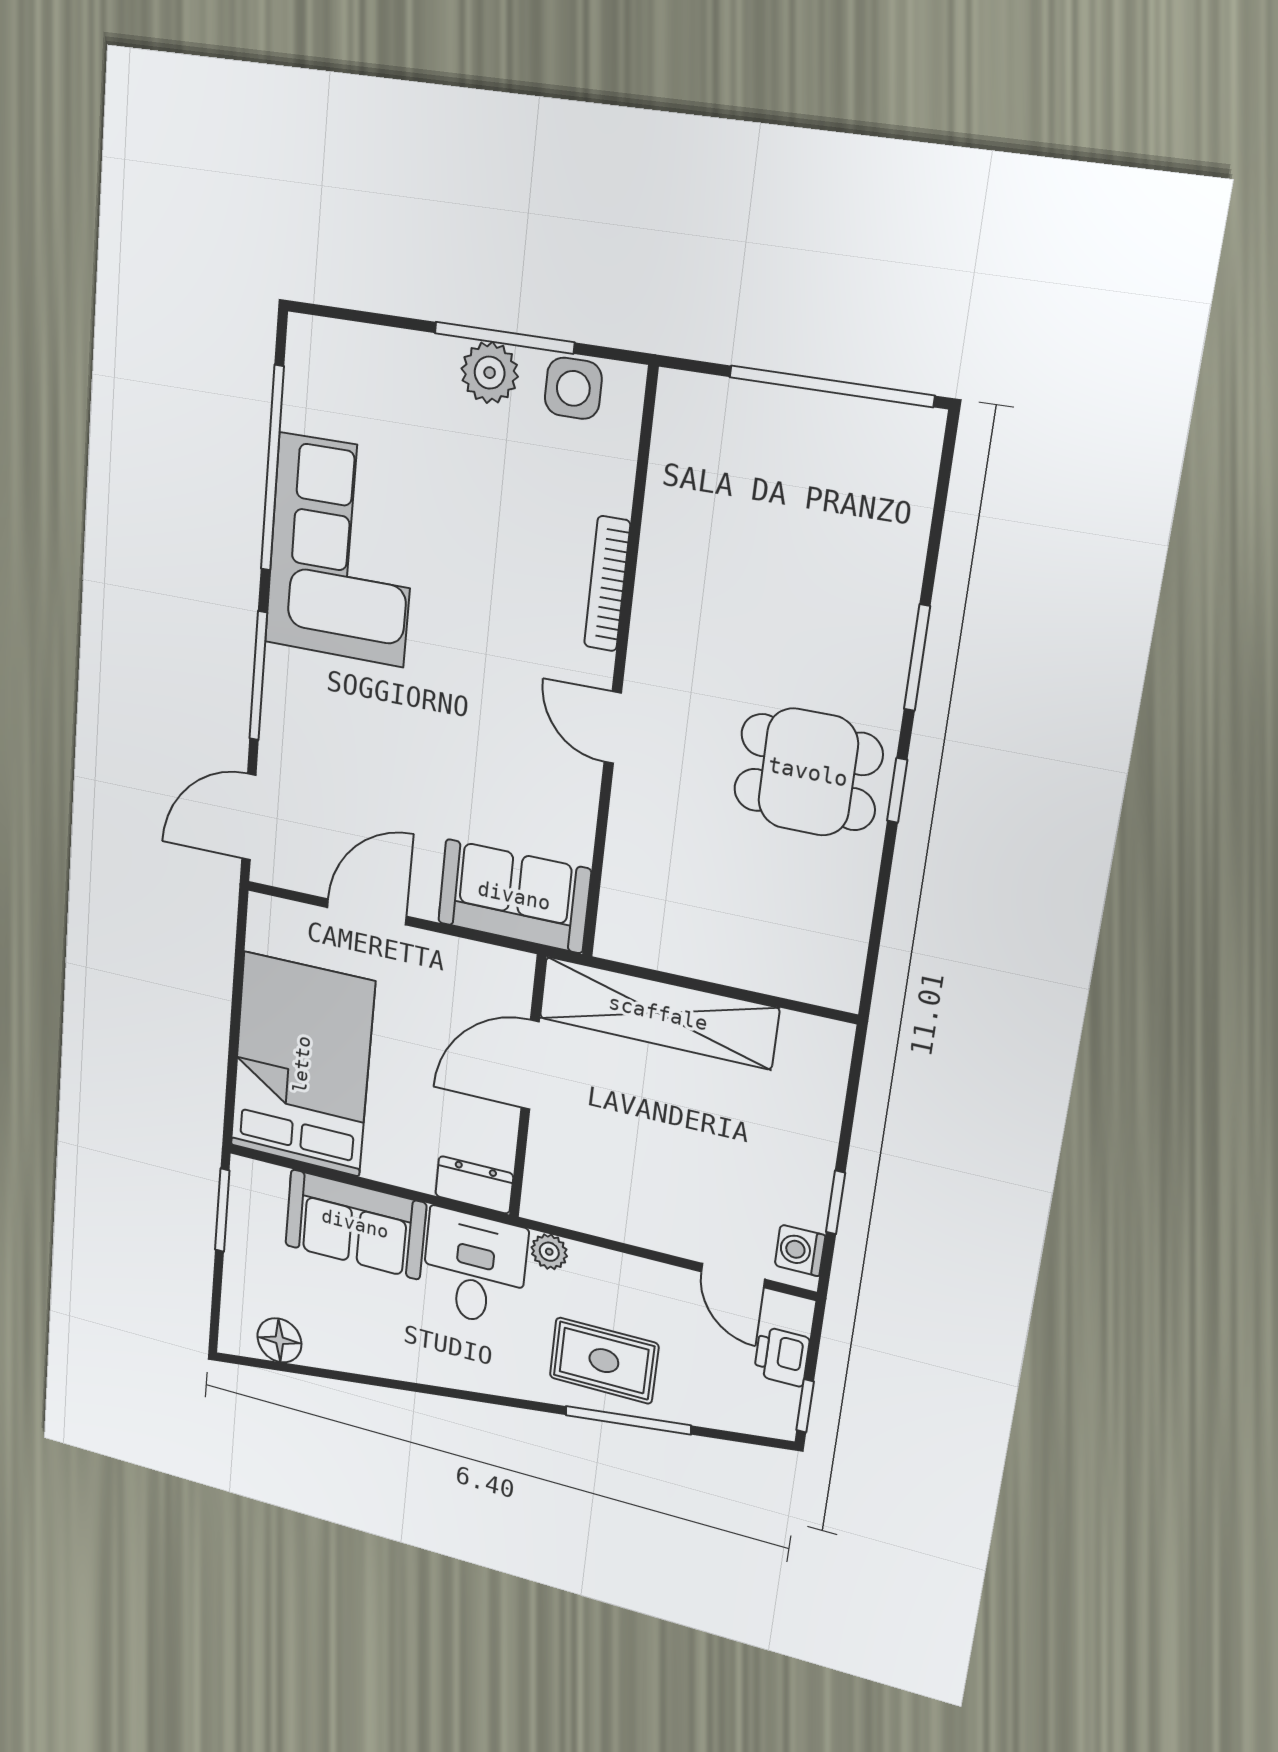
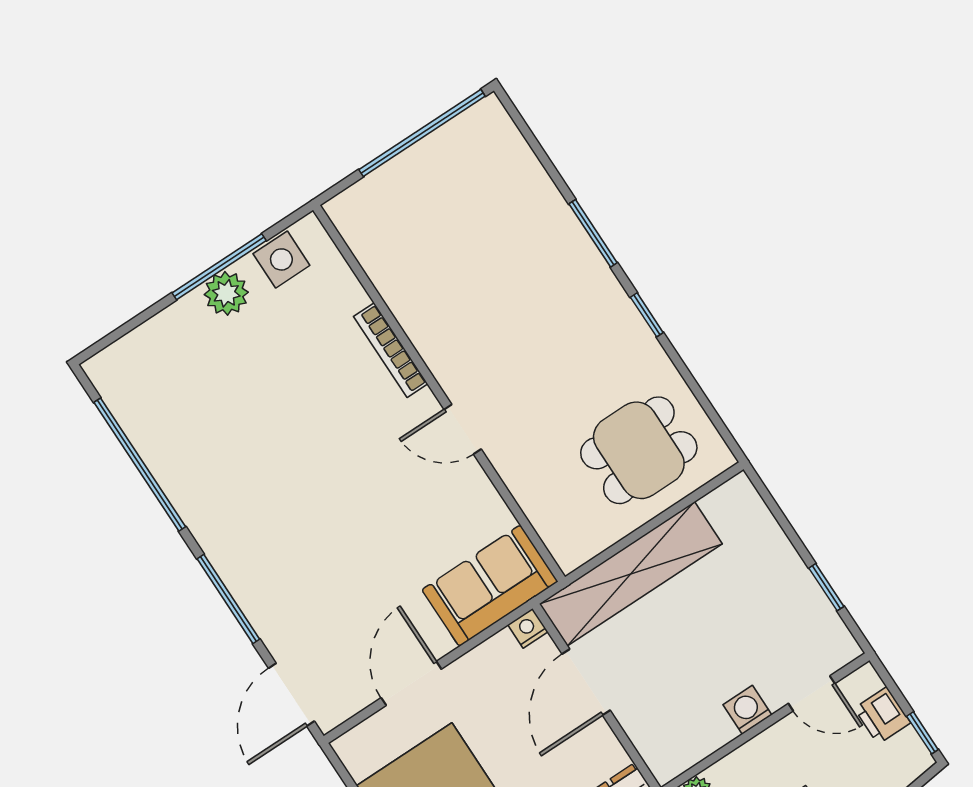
corner sofa: (342, 550) -> (220, 474), removed
dining table: (808, 772) -> (639, 450), moved
nightstand: (517, 967) -> (528, 628), added
washing machine: (800, 1250) -> (747, 710), moved, turned 90

